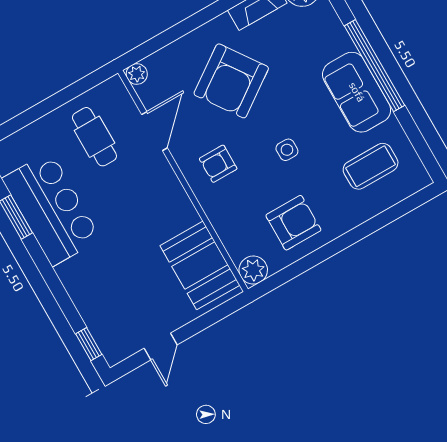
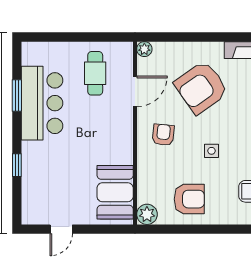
armchair: (218, 164) -> (163, 135), turned 96
window: (89, 344) -> (17, 165), moved

